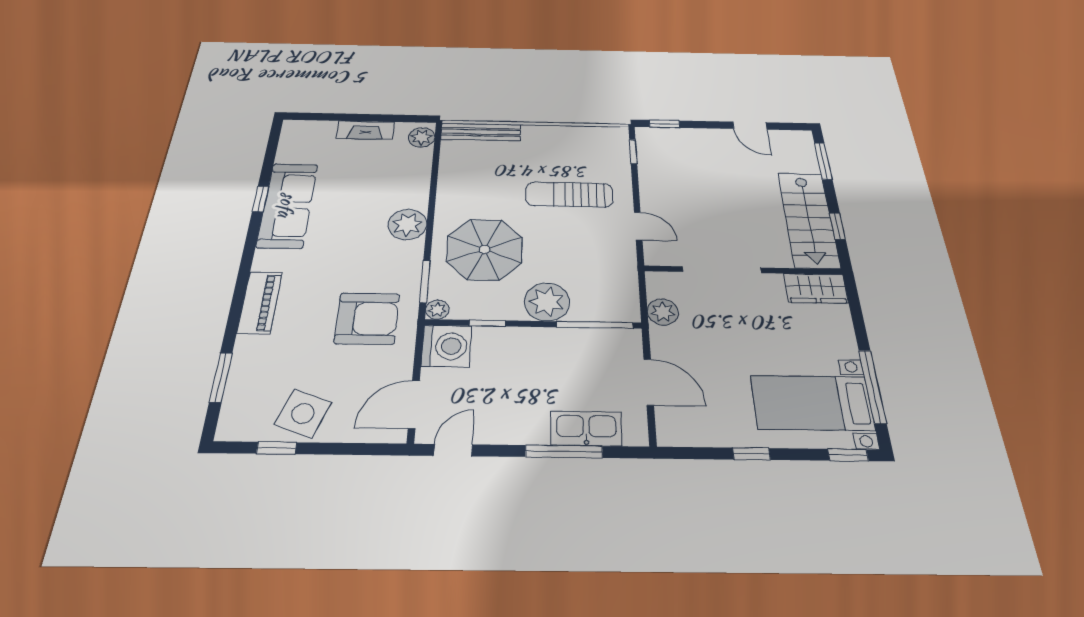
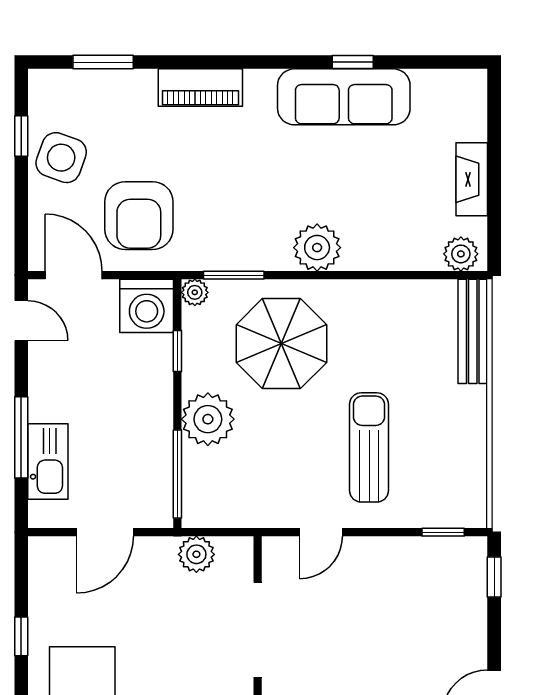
armchair: (367, 318) -> (139, 216), moved

